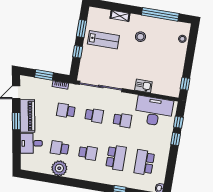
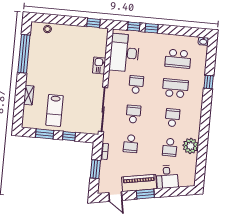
stool: (140, 37) -> (49, 72), removed
lab bench: (103, 40) -> (55, 110), turned 180

